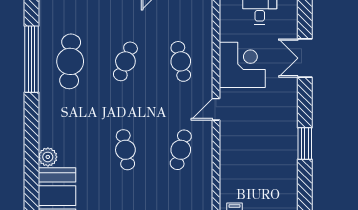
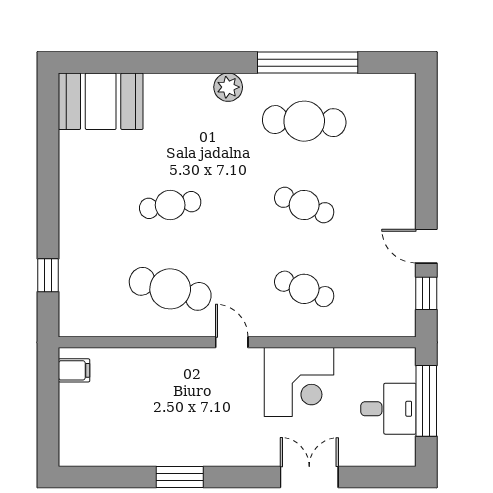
cafe table: (181, 61) -> (304, 289), turned 33
cafe table: (181, 150) -> (170, 289), width x1.37, depth x1.35
plant: (48, 157) -> (228, 87), moved

